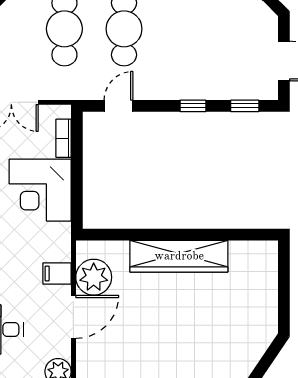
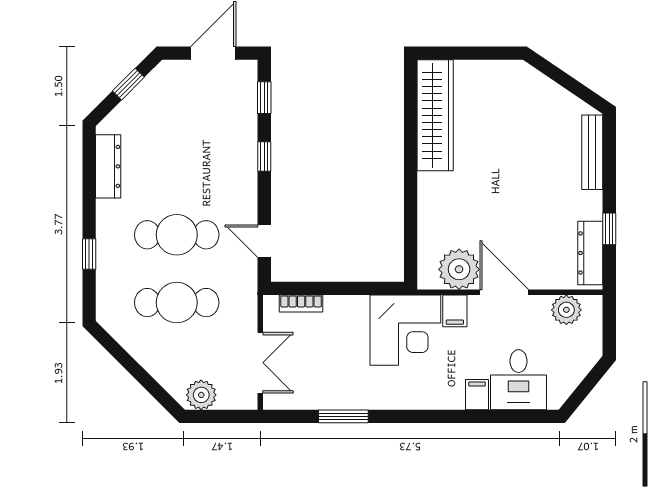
corner desk: (40, 190) -> (405, 330), moved
wardrobe: (179, 256) -> (435, 115), moved

